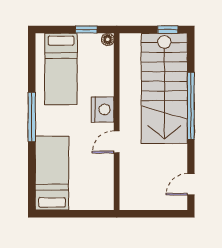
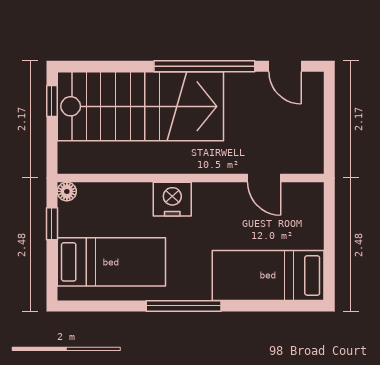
window: (191, 106) -> (204, 66), moved
door: (117, 142) -> (264, 178), moved

